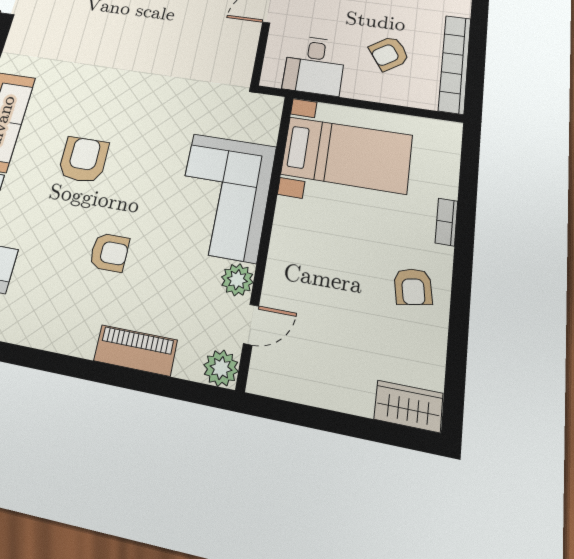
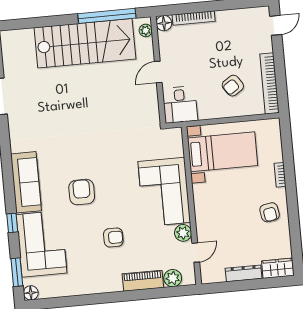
desk: (314, 65) -> (180, 105), moved
plant: (221, 368) -> (173, 278), moved
dresser: (335, 396) -> (244, 273), added

